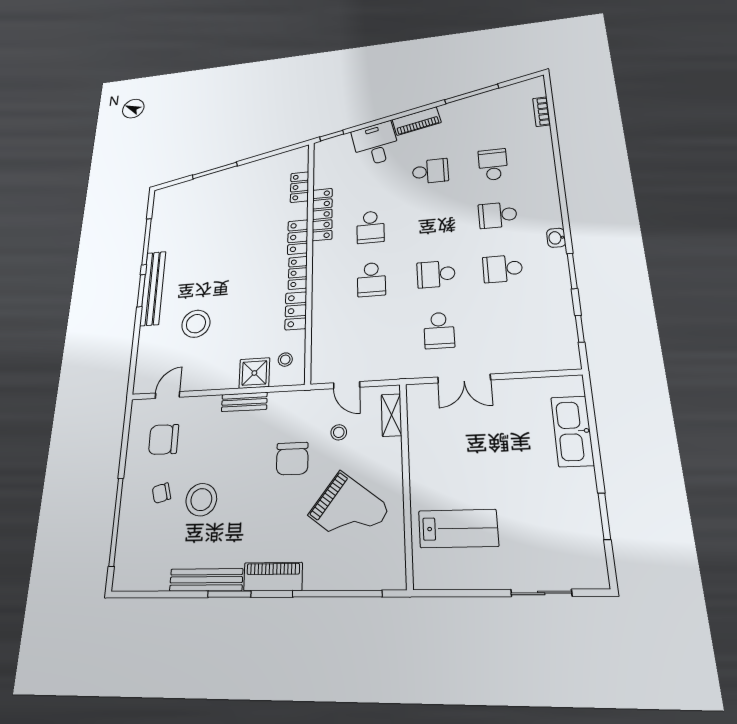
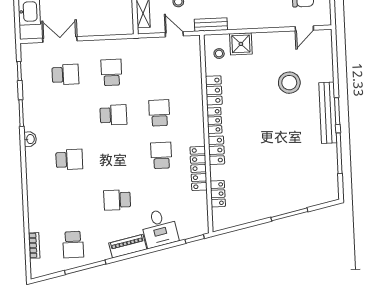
school desk: (493, 165) -> (73, 245), moved
school desk: (503, 269) -> (65, 75), moved
double door: (464, 379) -> (60, 40), moved
bench: (244, 402) -> (211, 25), moved

